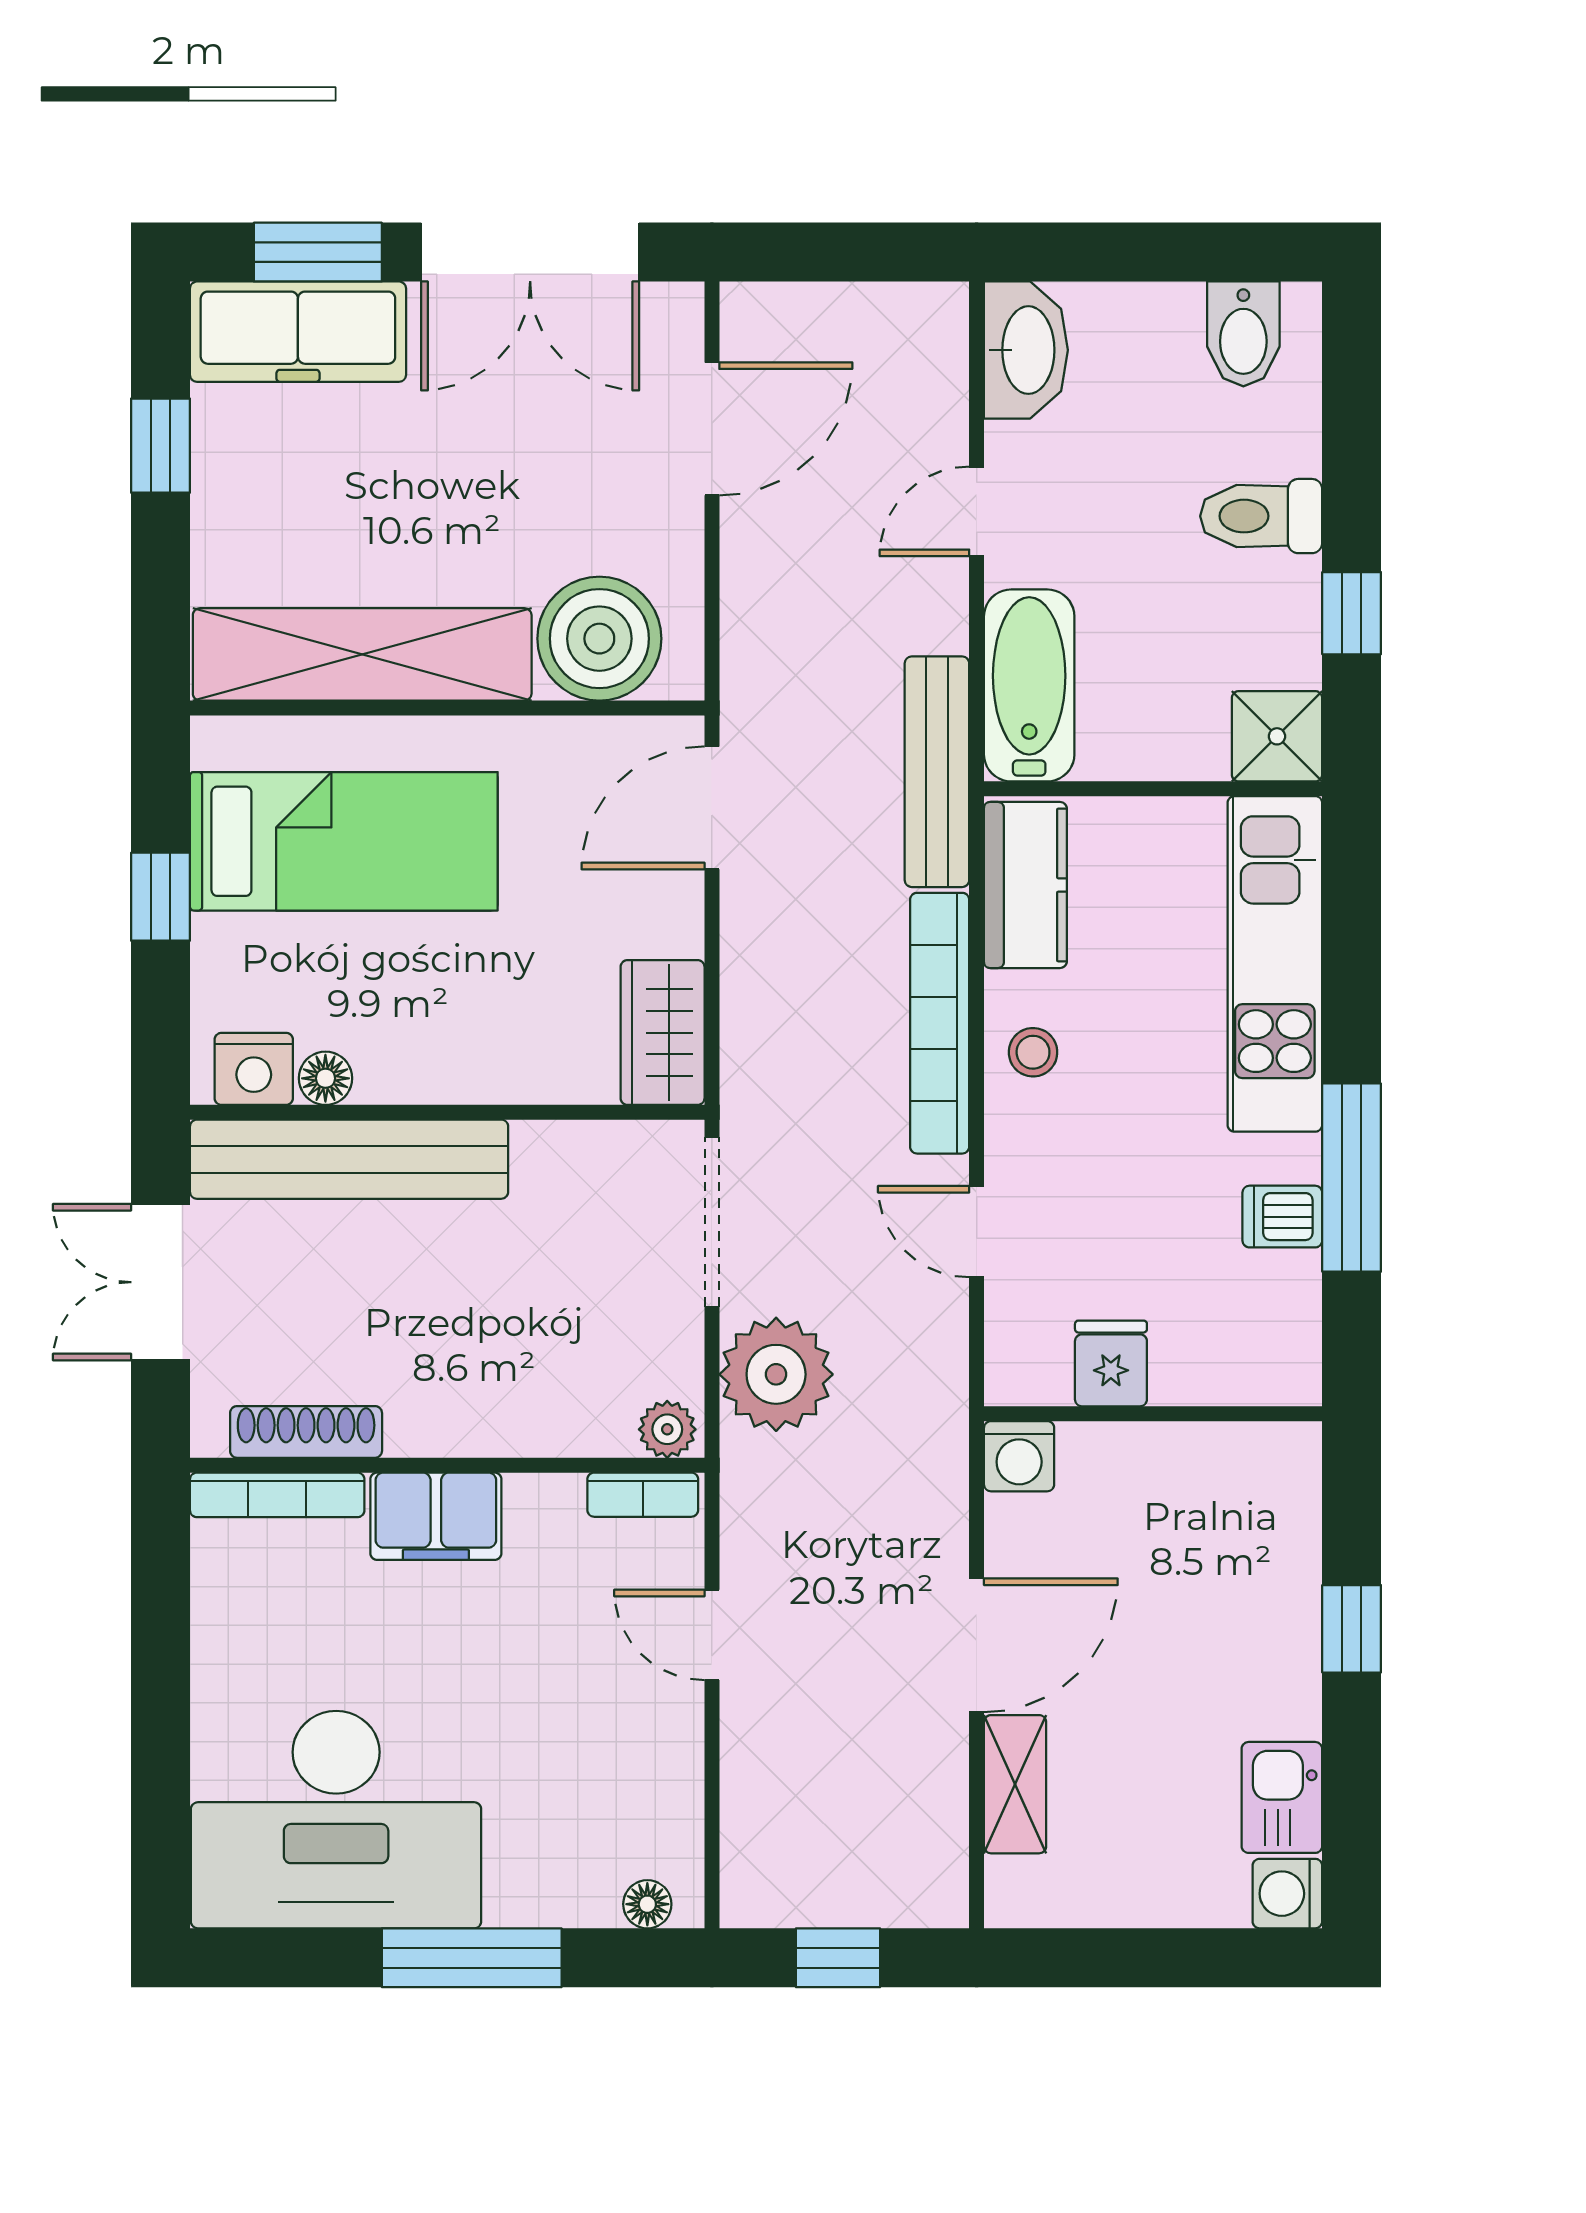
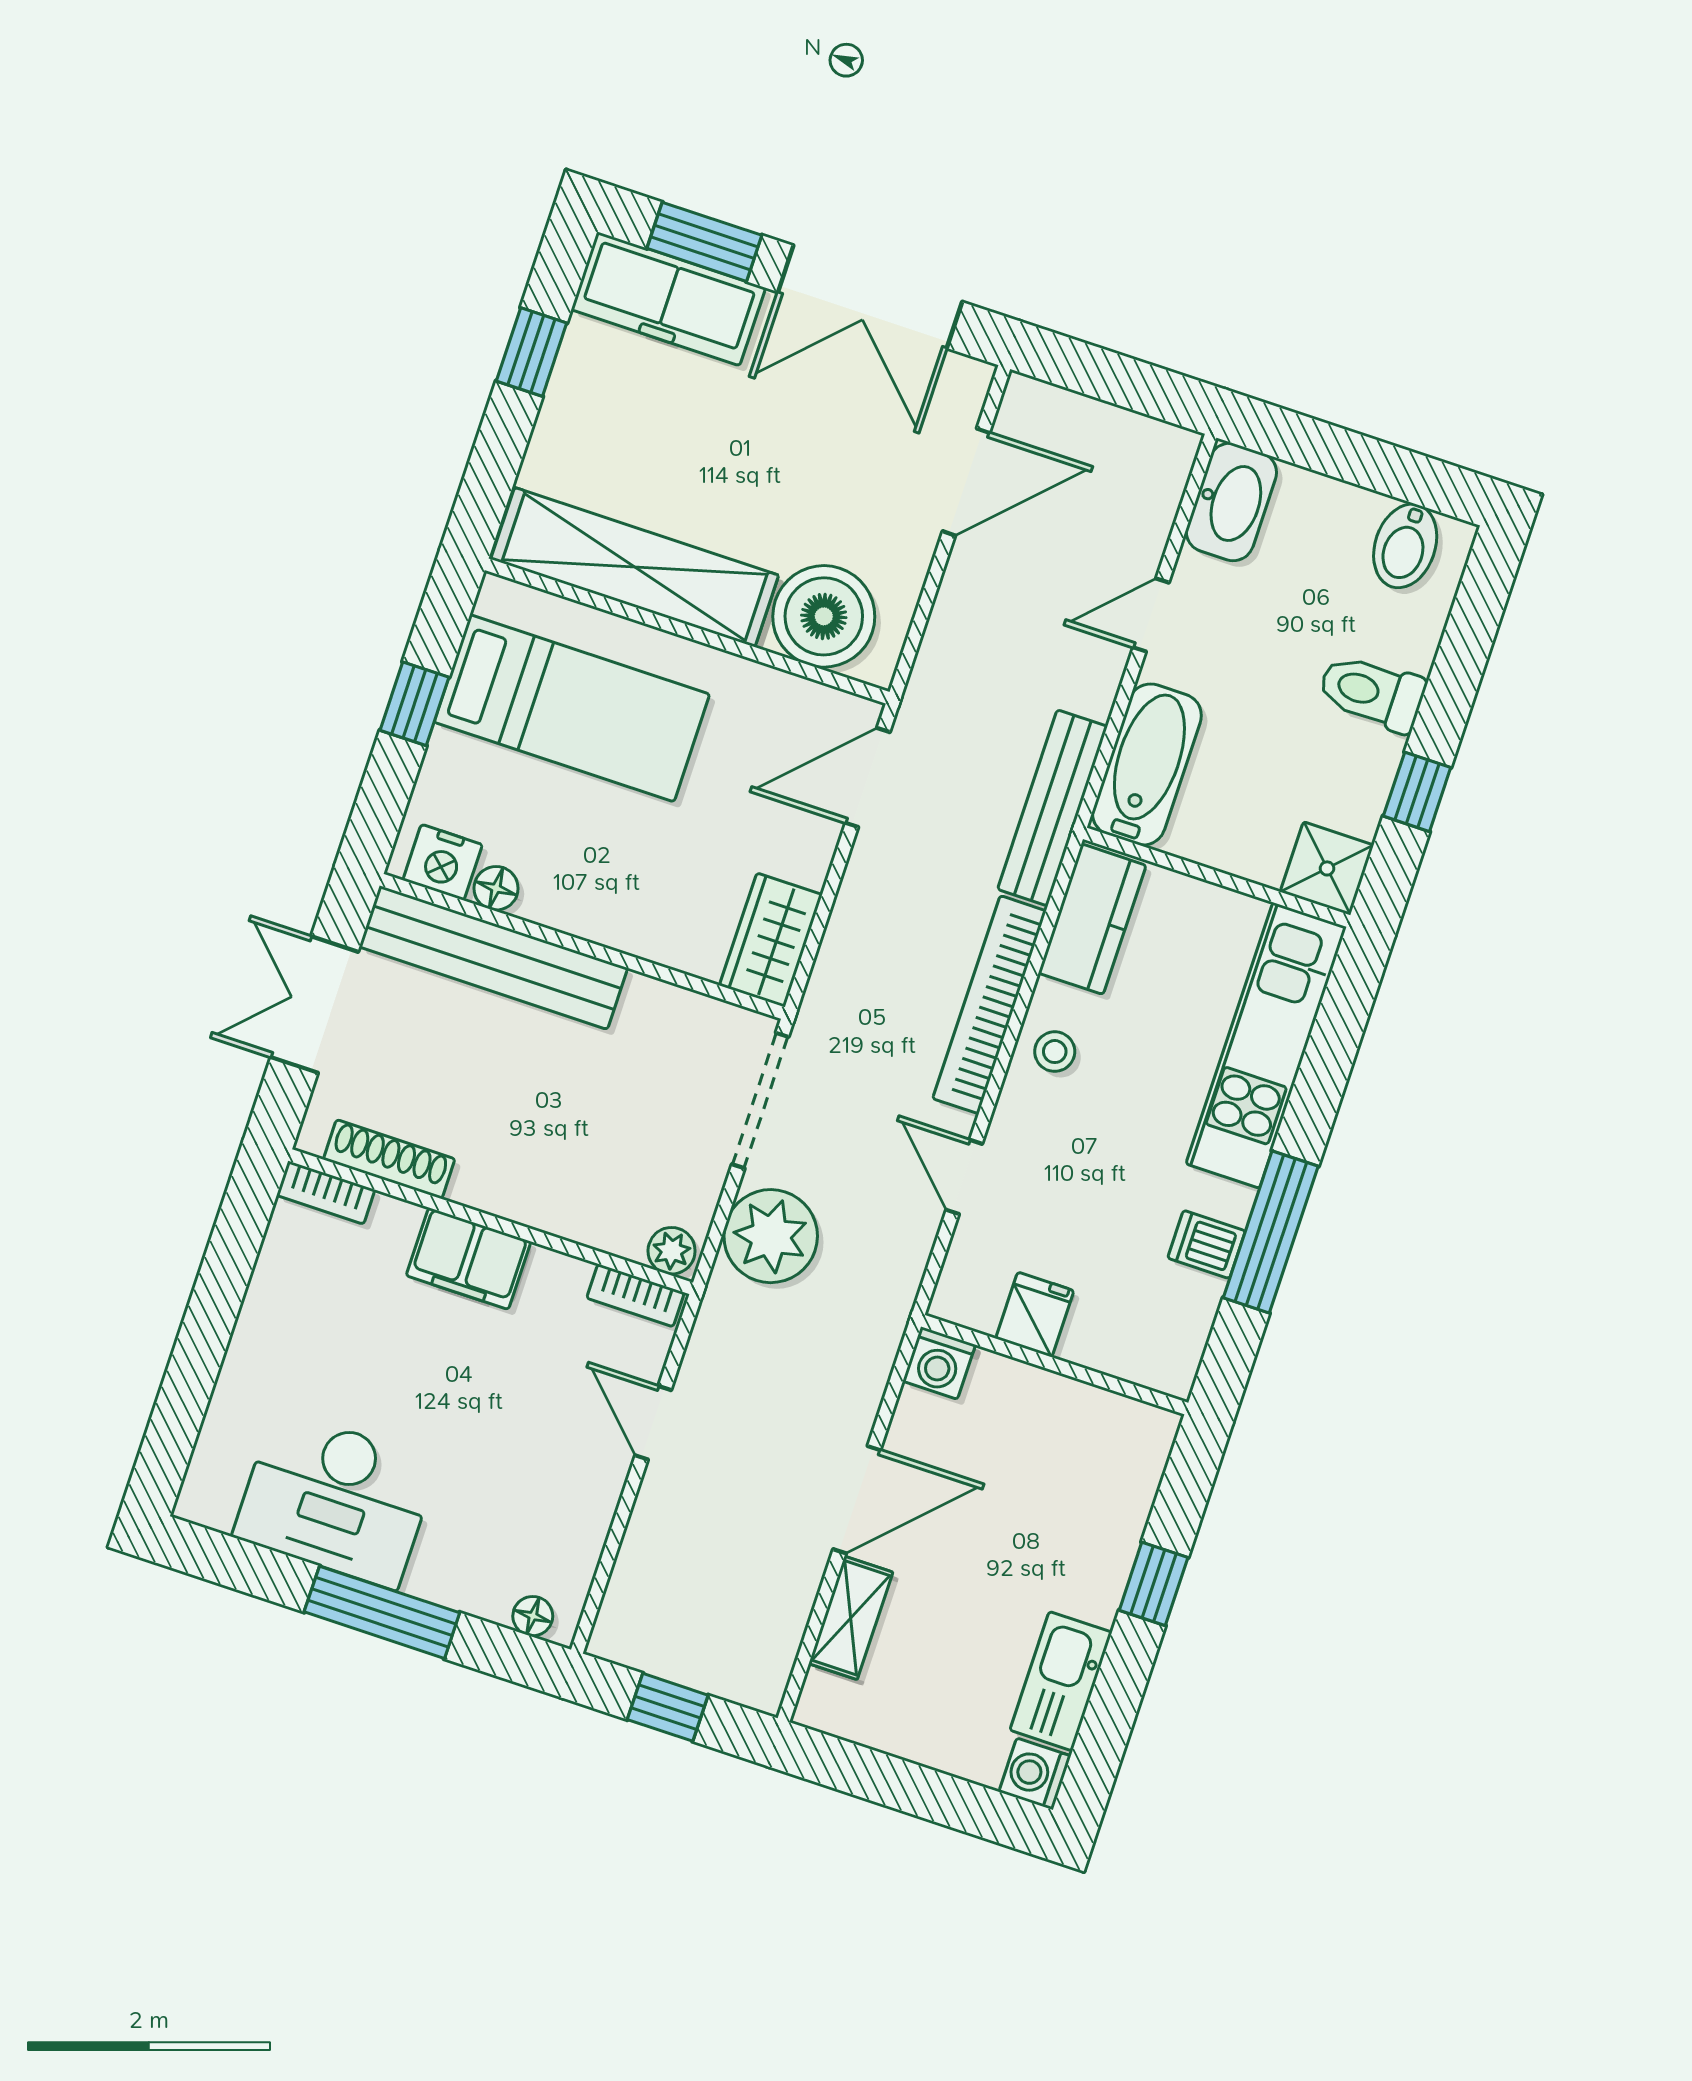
bookcase: (277, 1495) -> (326, 1193), width x0.64
kitchen sink: (1282, 1797) -> (1061, 1681), width x1.38
desk: (336, 1820) -> (336, 1499), width x0.73, depth x0.77

